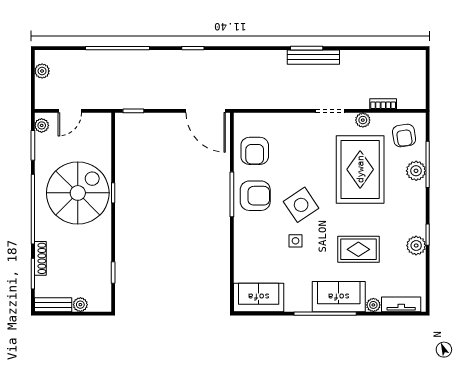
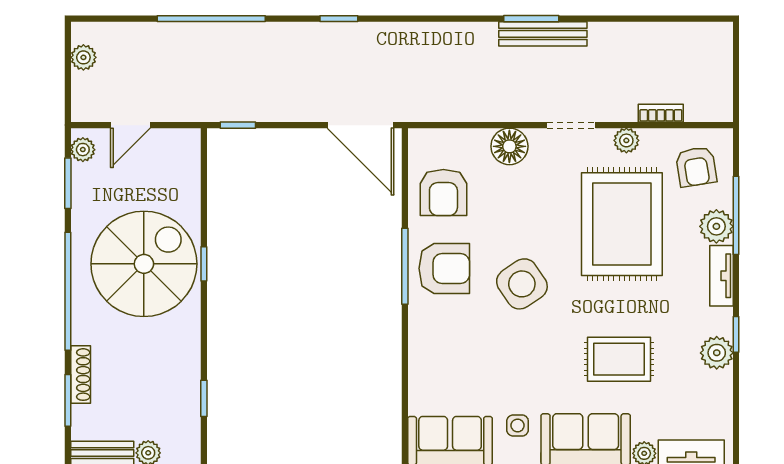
floor lamp: (294, 124) -> (509, 146), added
tv unit: (419, 200) -> (721, 276), added
side table: (296, 241) -> (518, 425), moved

